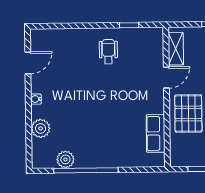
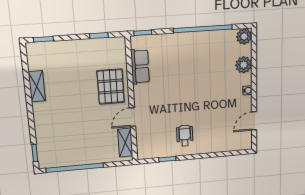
wheelchair: (108, 52) -> (185, 136), turned 180
plant: (65, 159) -> (244, 36), moved
window: (151, 170) -> (143, 33), added

